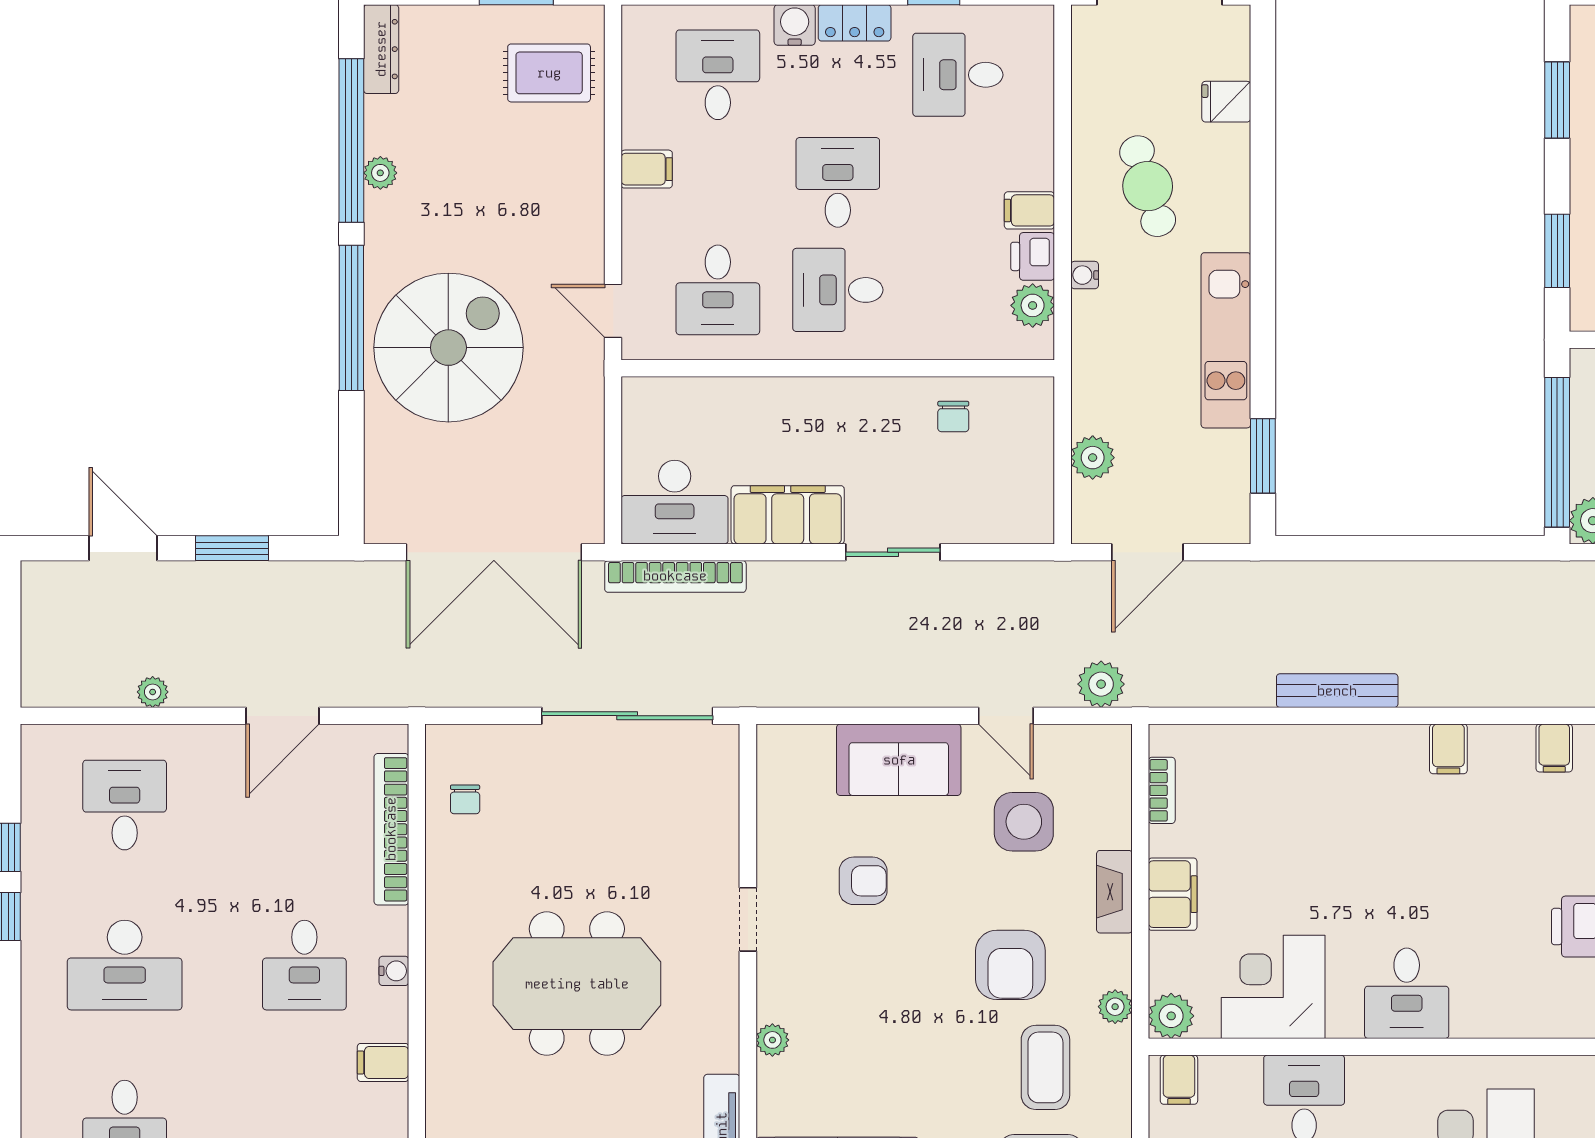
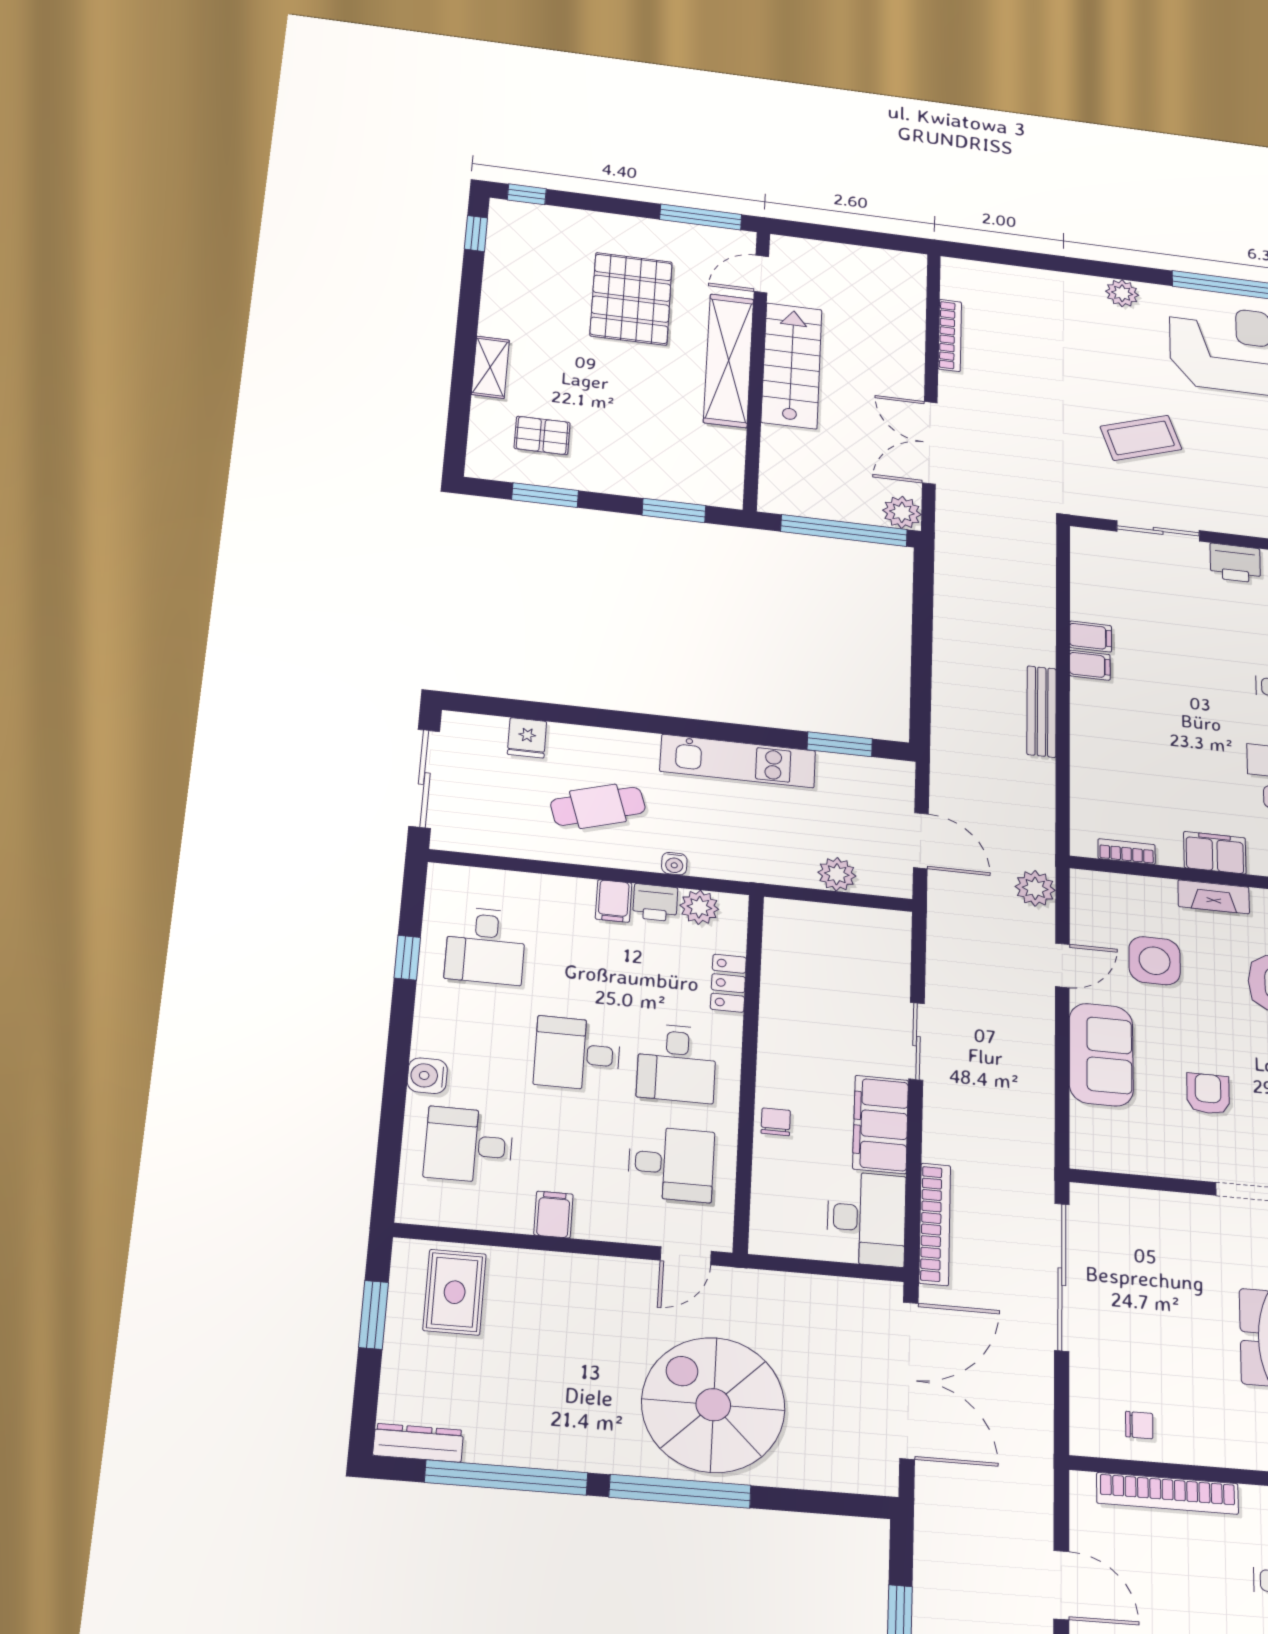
locker: (855, 23) -> (728, 983), moved, turned 180
plant: (380, 173) -> (540, 1453), removed
chair: (953, 417) -> (776, 1122), moved, turned -90
filing cabinet: (1554, 748) -> (1090, 665), moved

